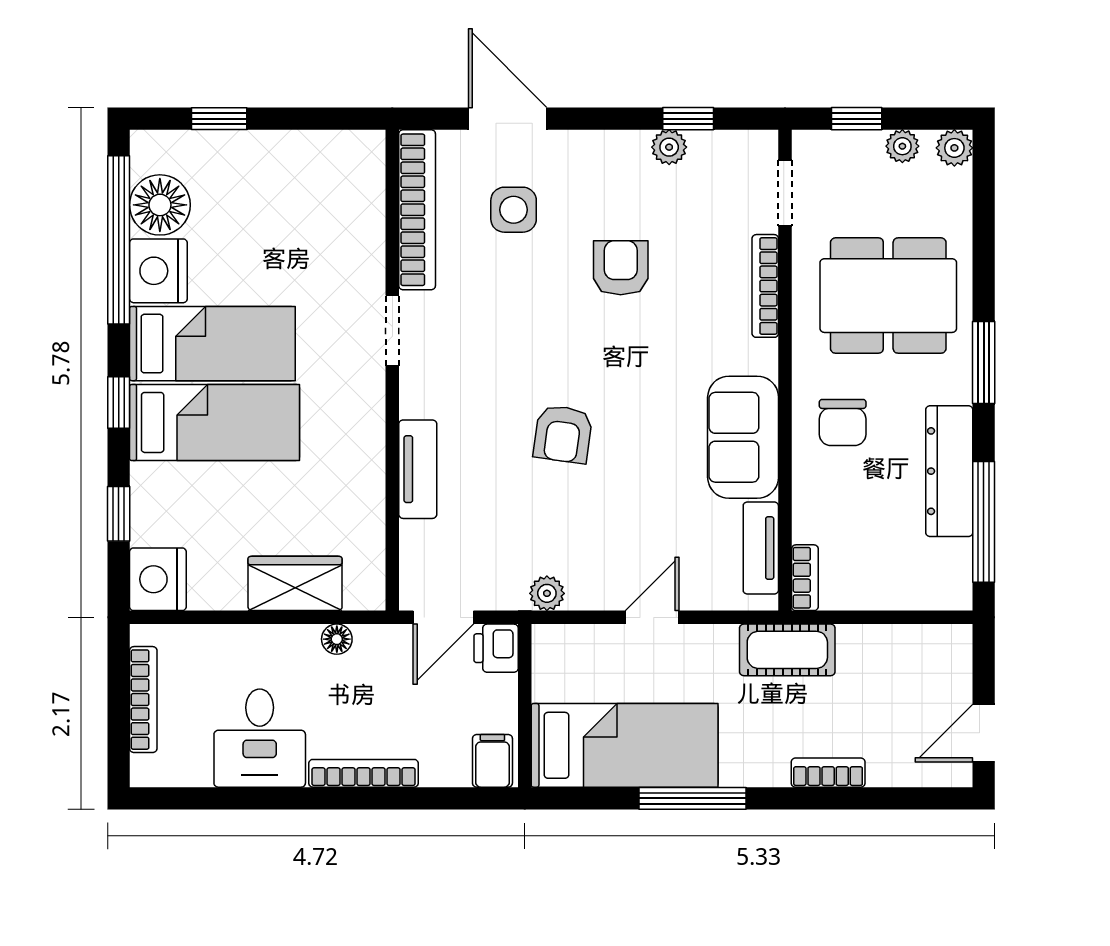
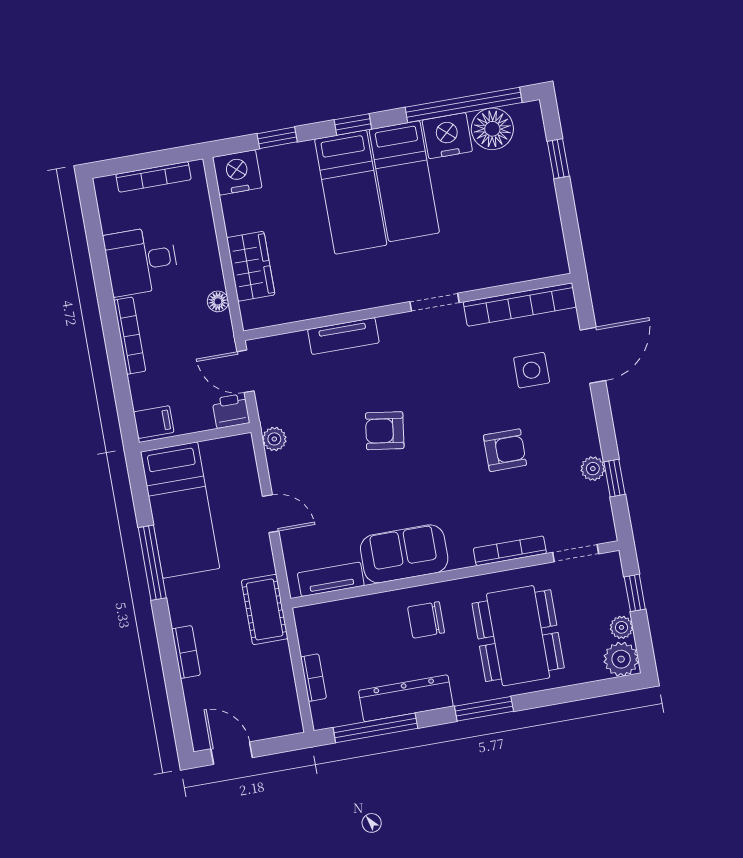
plant: (954, 148) -> (621, 659), width x1.38, depth x1.38
bookcase: (805, 578) -> (313, 678), moved, turned -90

